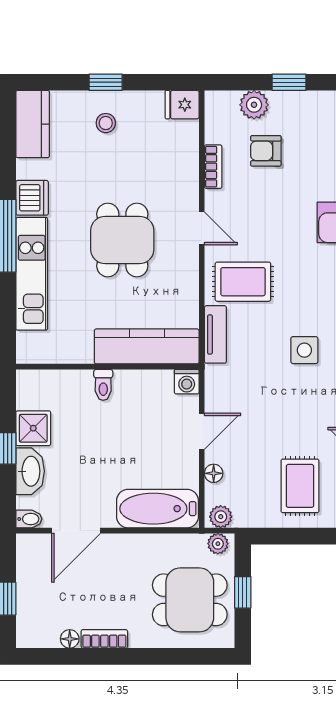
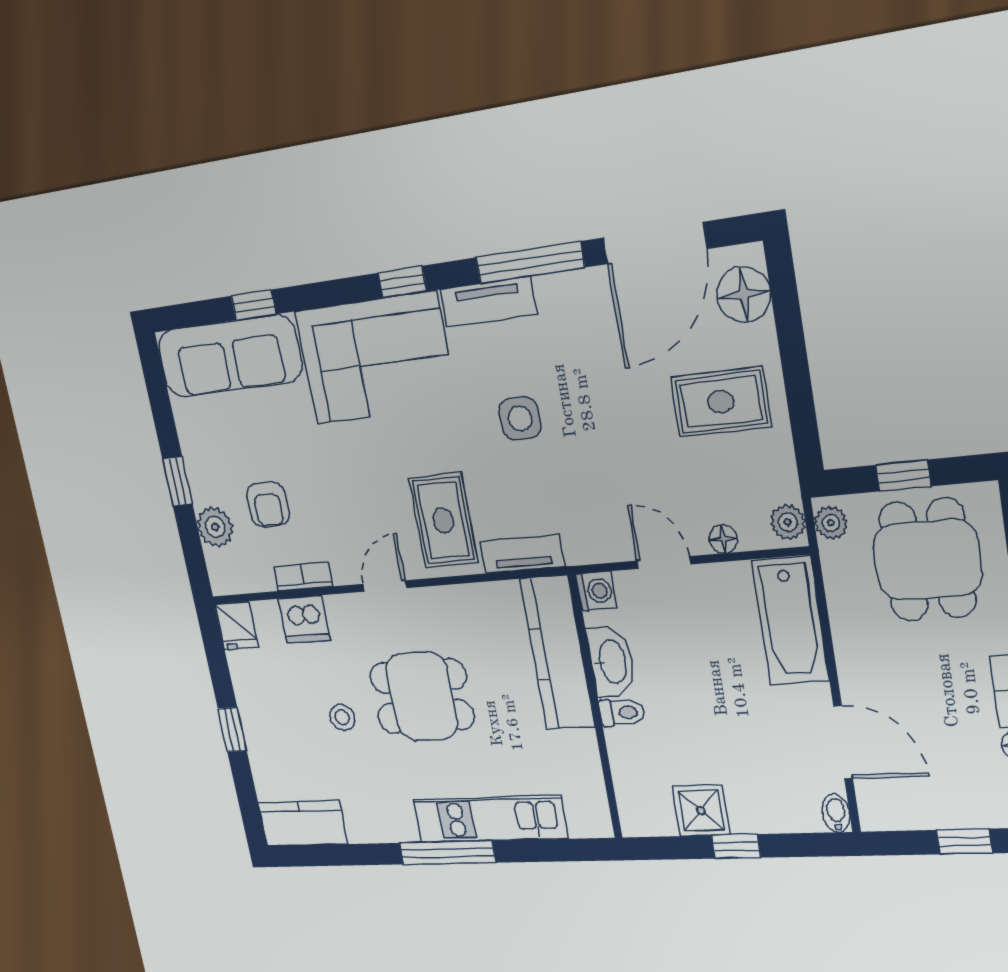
stool: (106, 123) -> (342, 717), moved
dishwasher: (32, 198) -> (304, 619), moved, turned 180
washbasin: (30, 471) -> (611, 662), moved, turned 90

